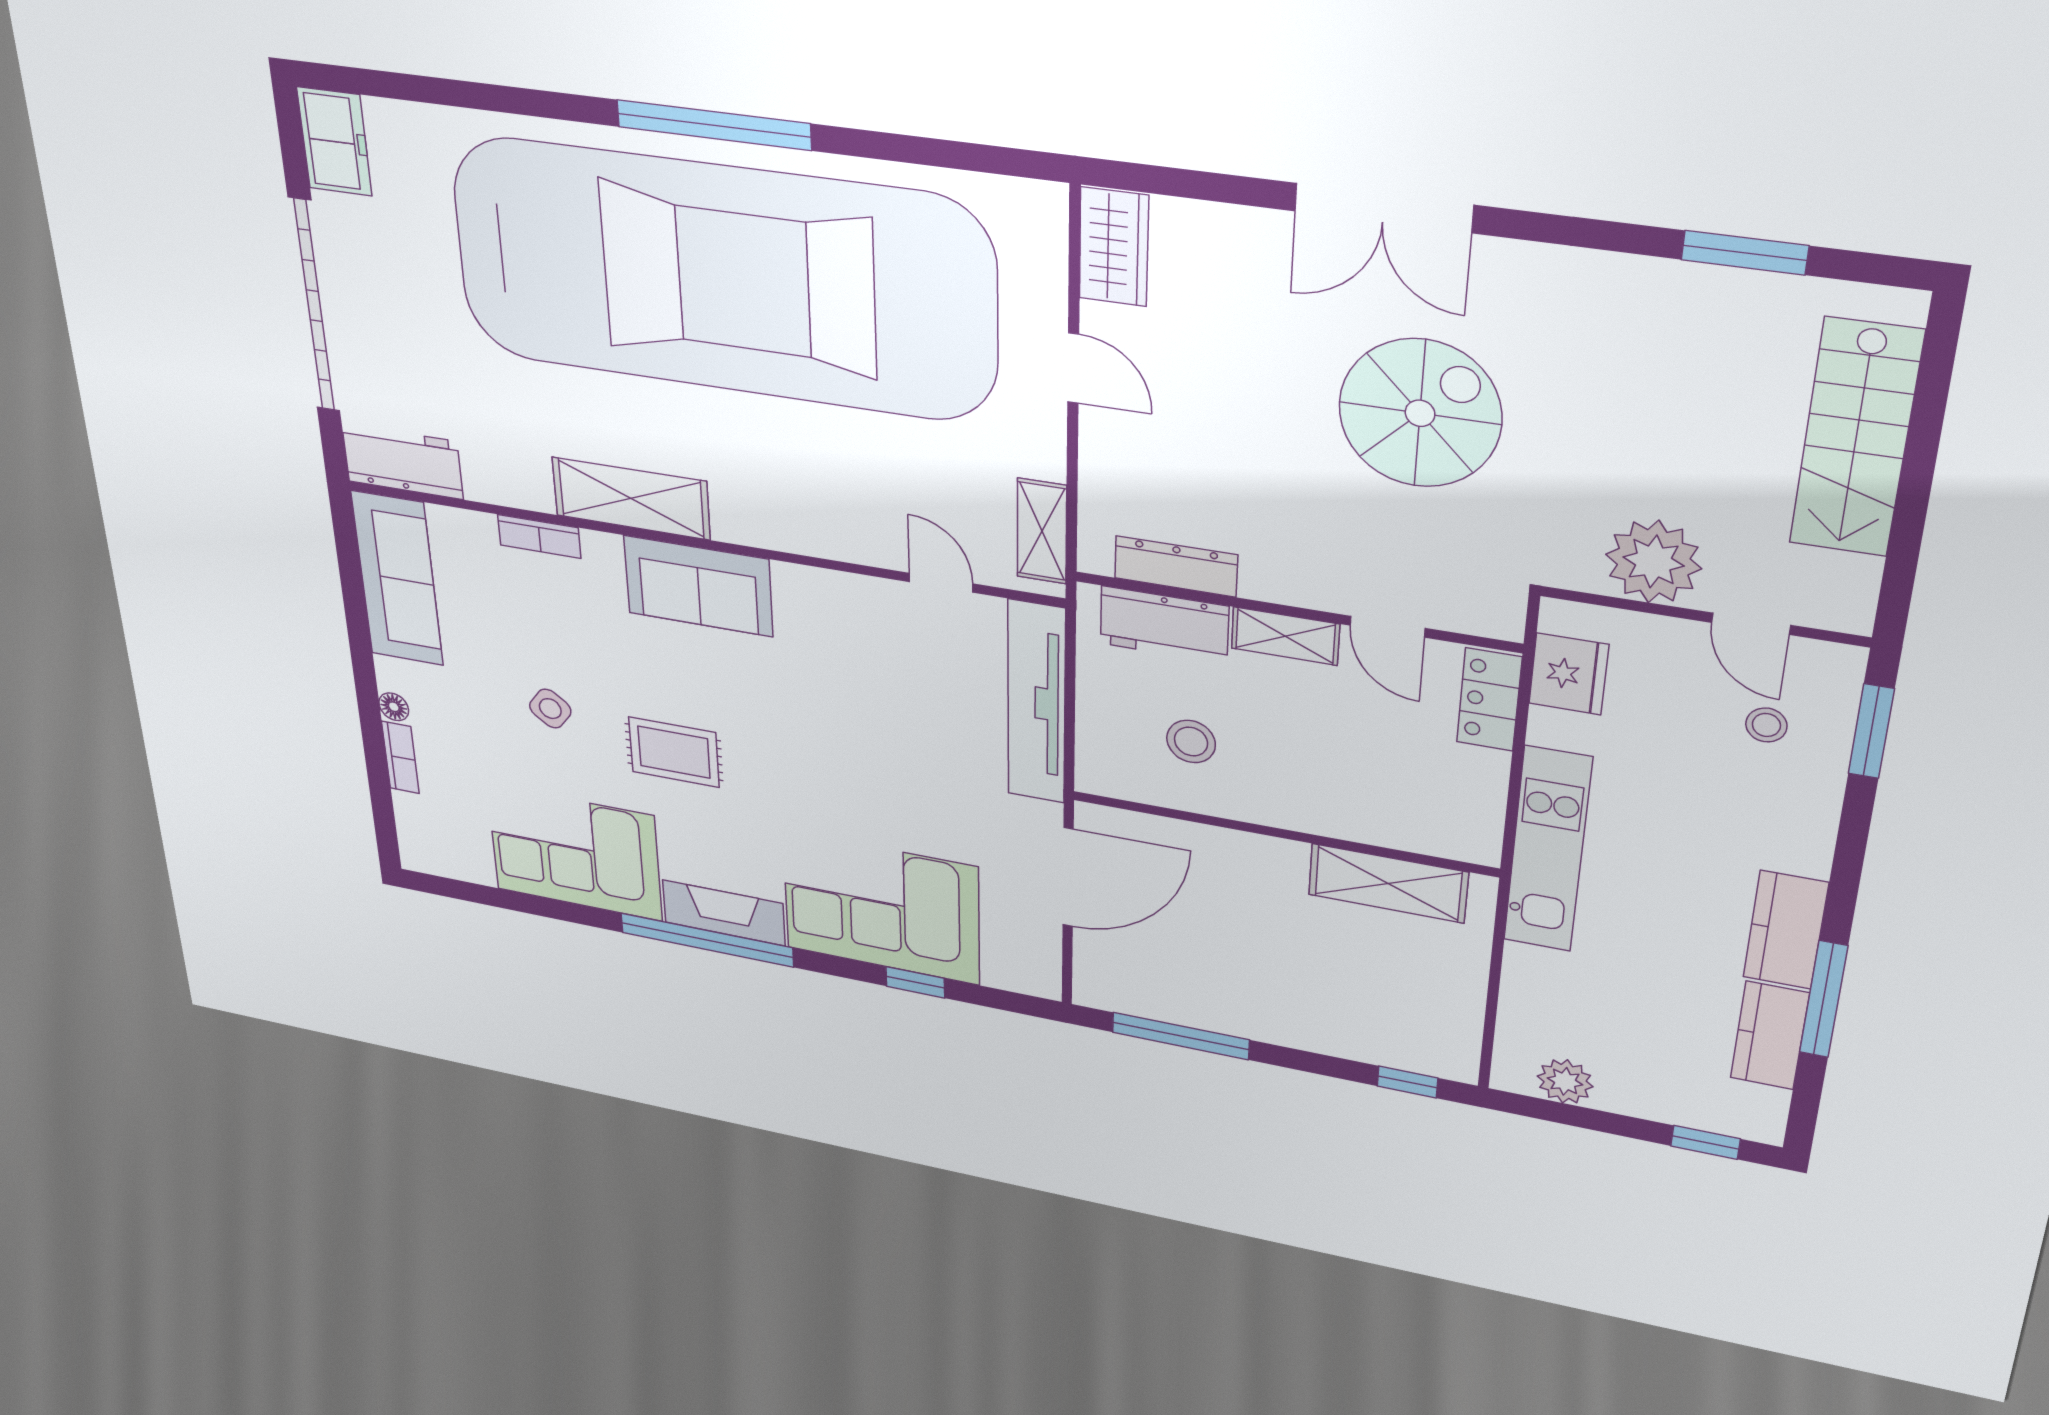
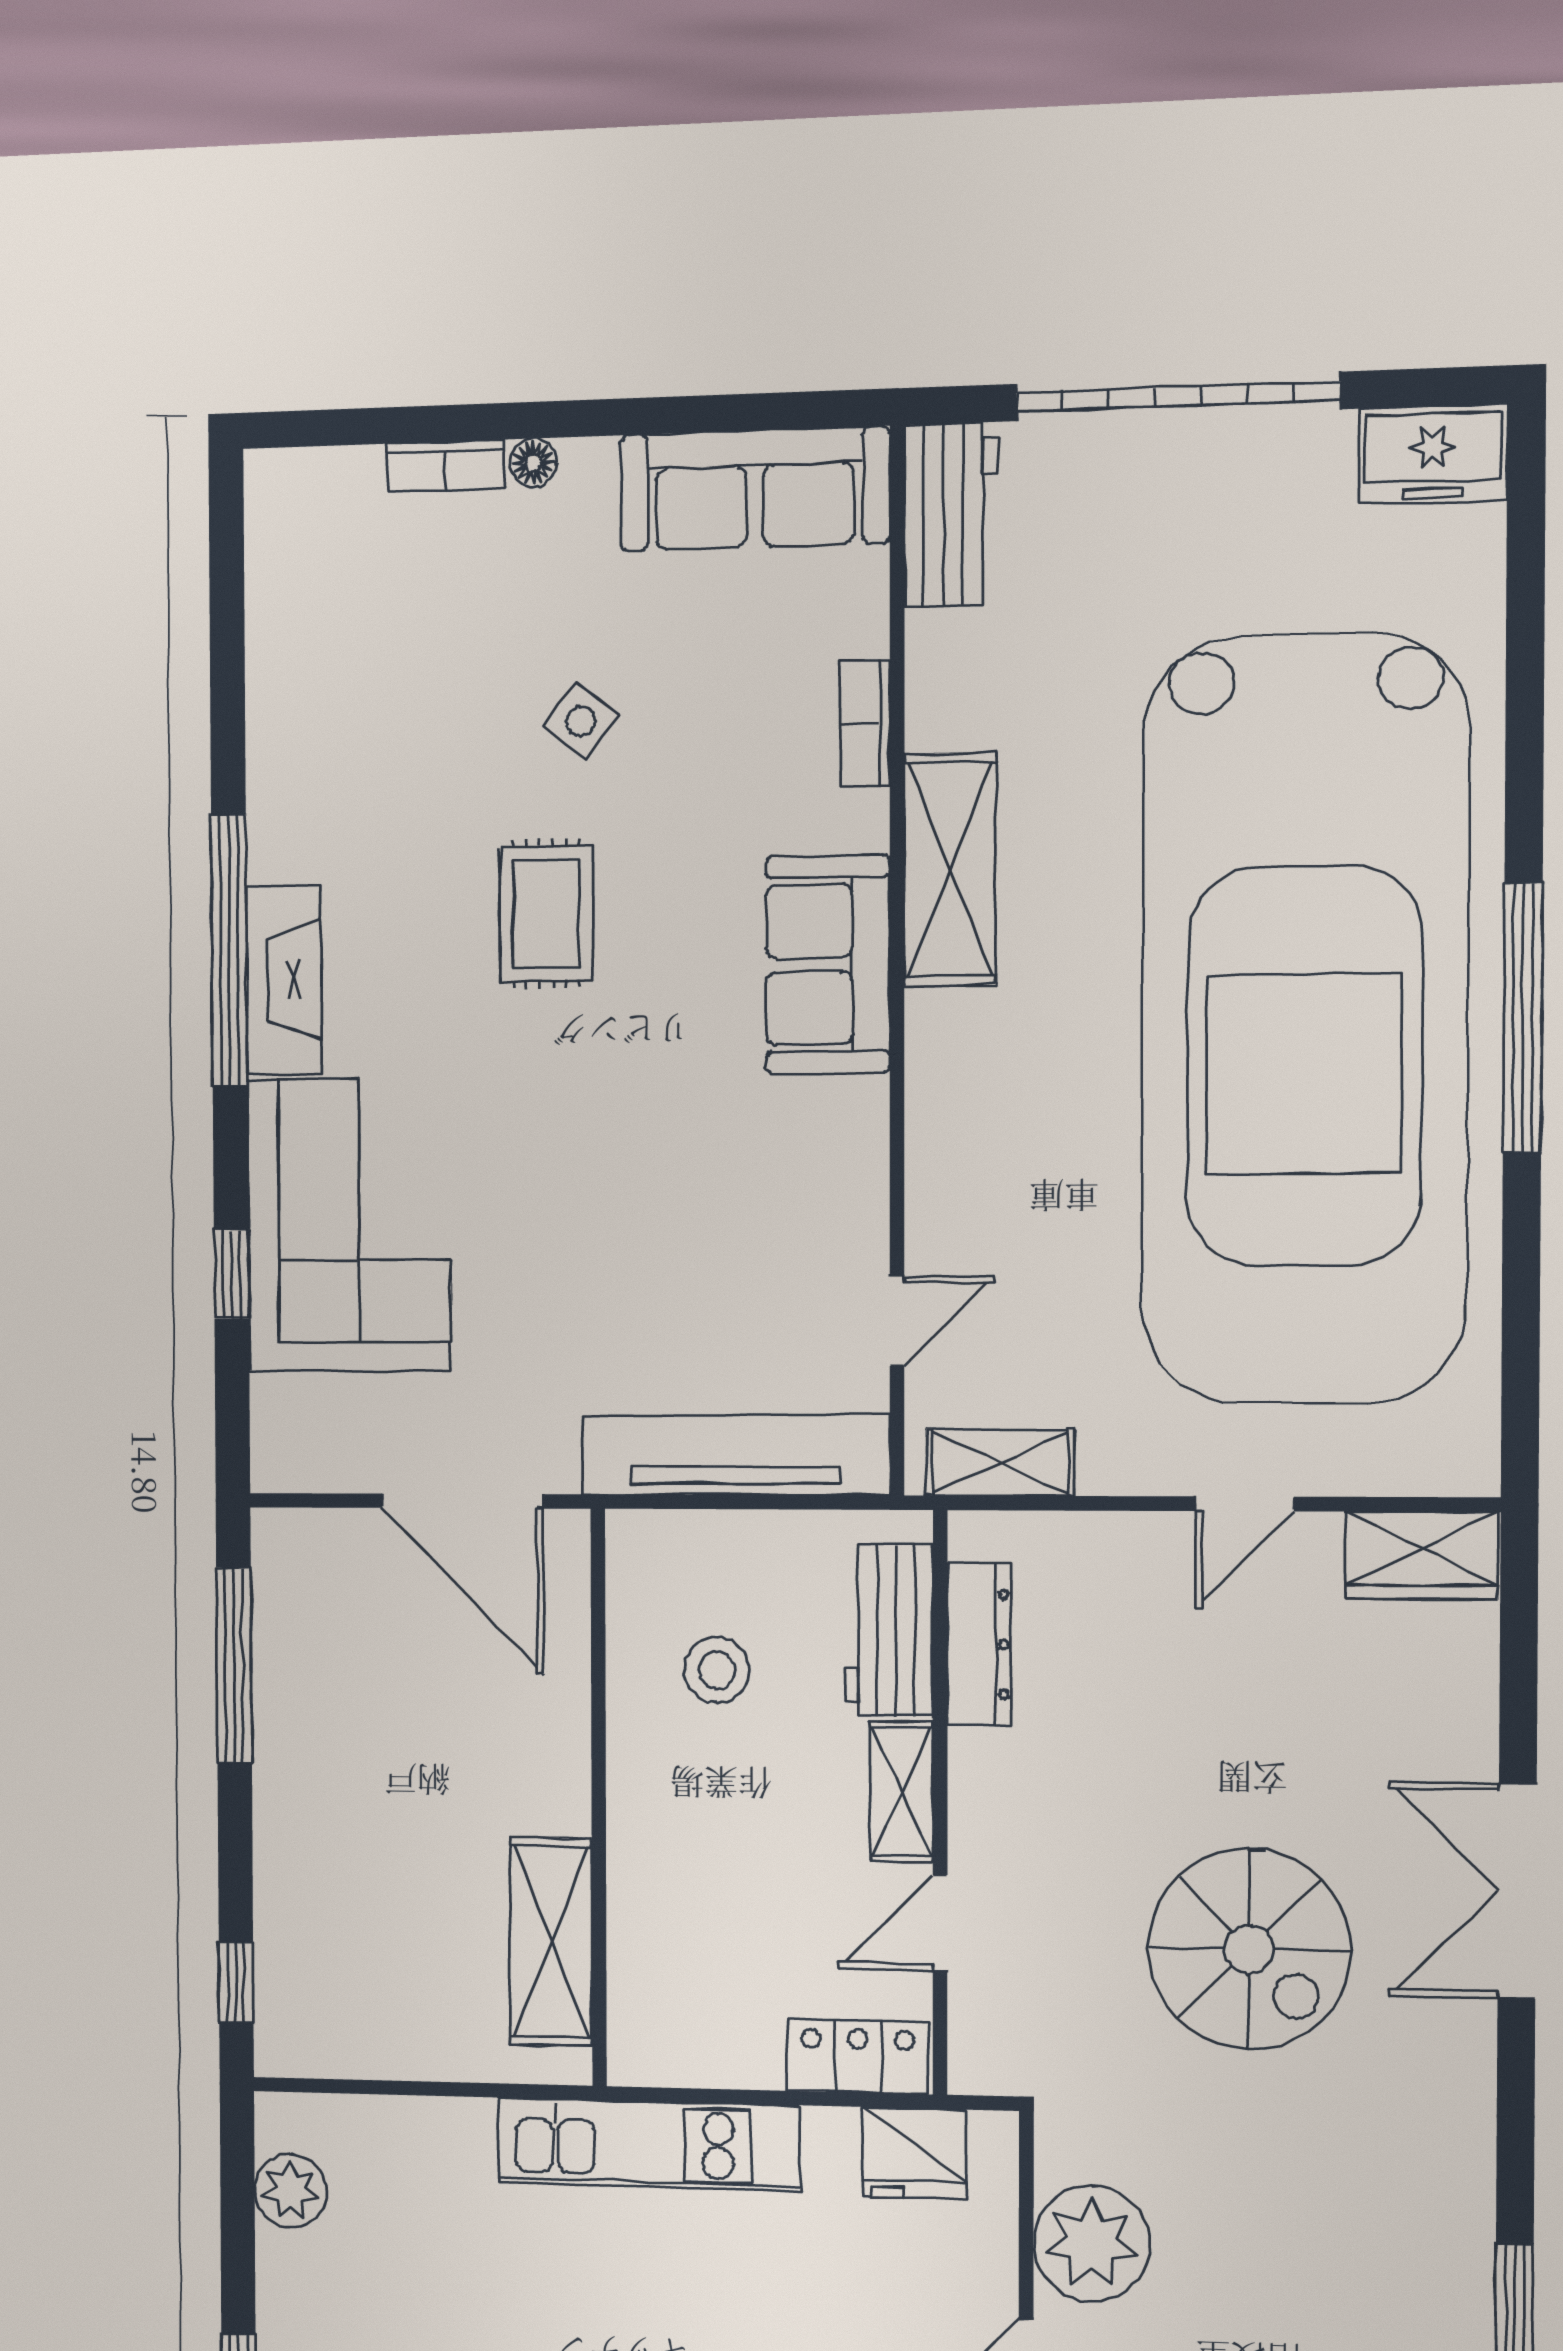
corner sofa: (575, 853) -> (337, 744), removed

